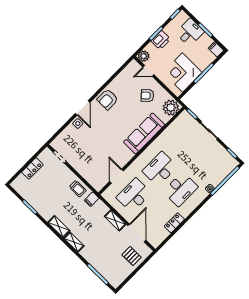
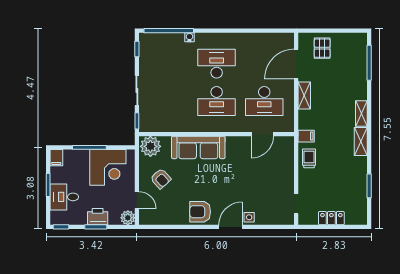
armchair: (108, 99) -> (200, 212), turned 180
locker: (174, 223) -> (253, 39), removed

